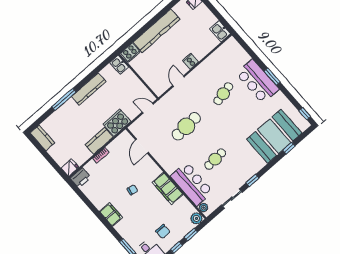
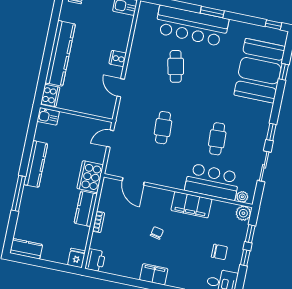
bar counter: (258, 81) -> (192, 26), width x1.36
cafe table: (186, 126) -> (163, 128), width x0.73, depth x0.74

